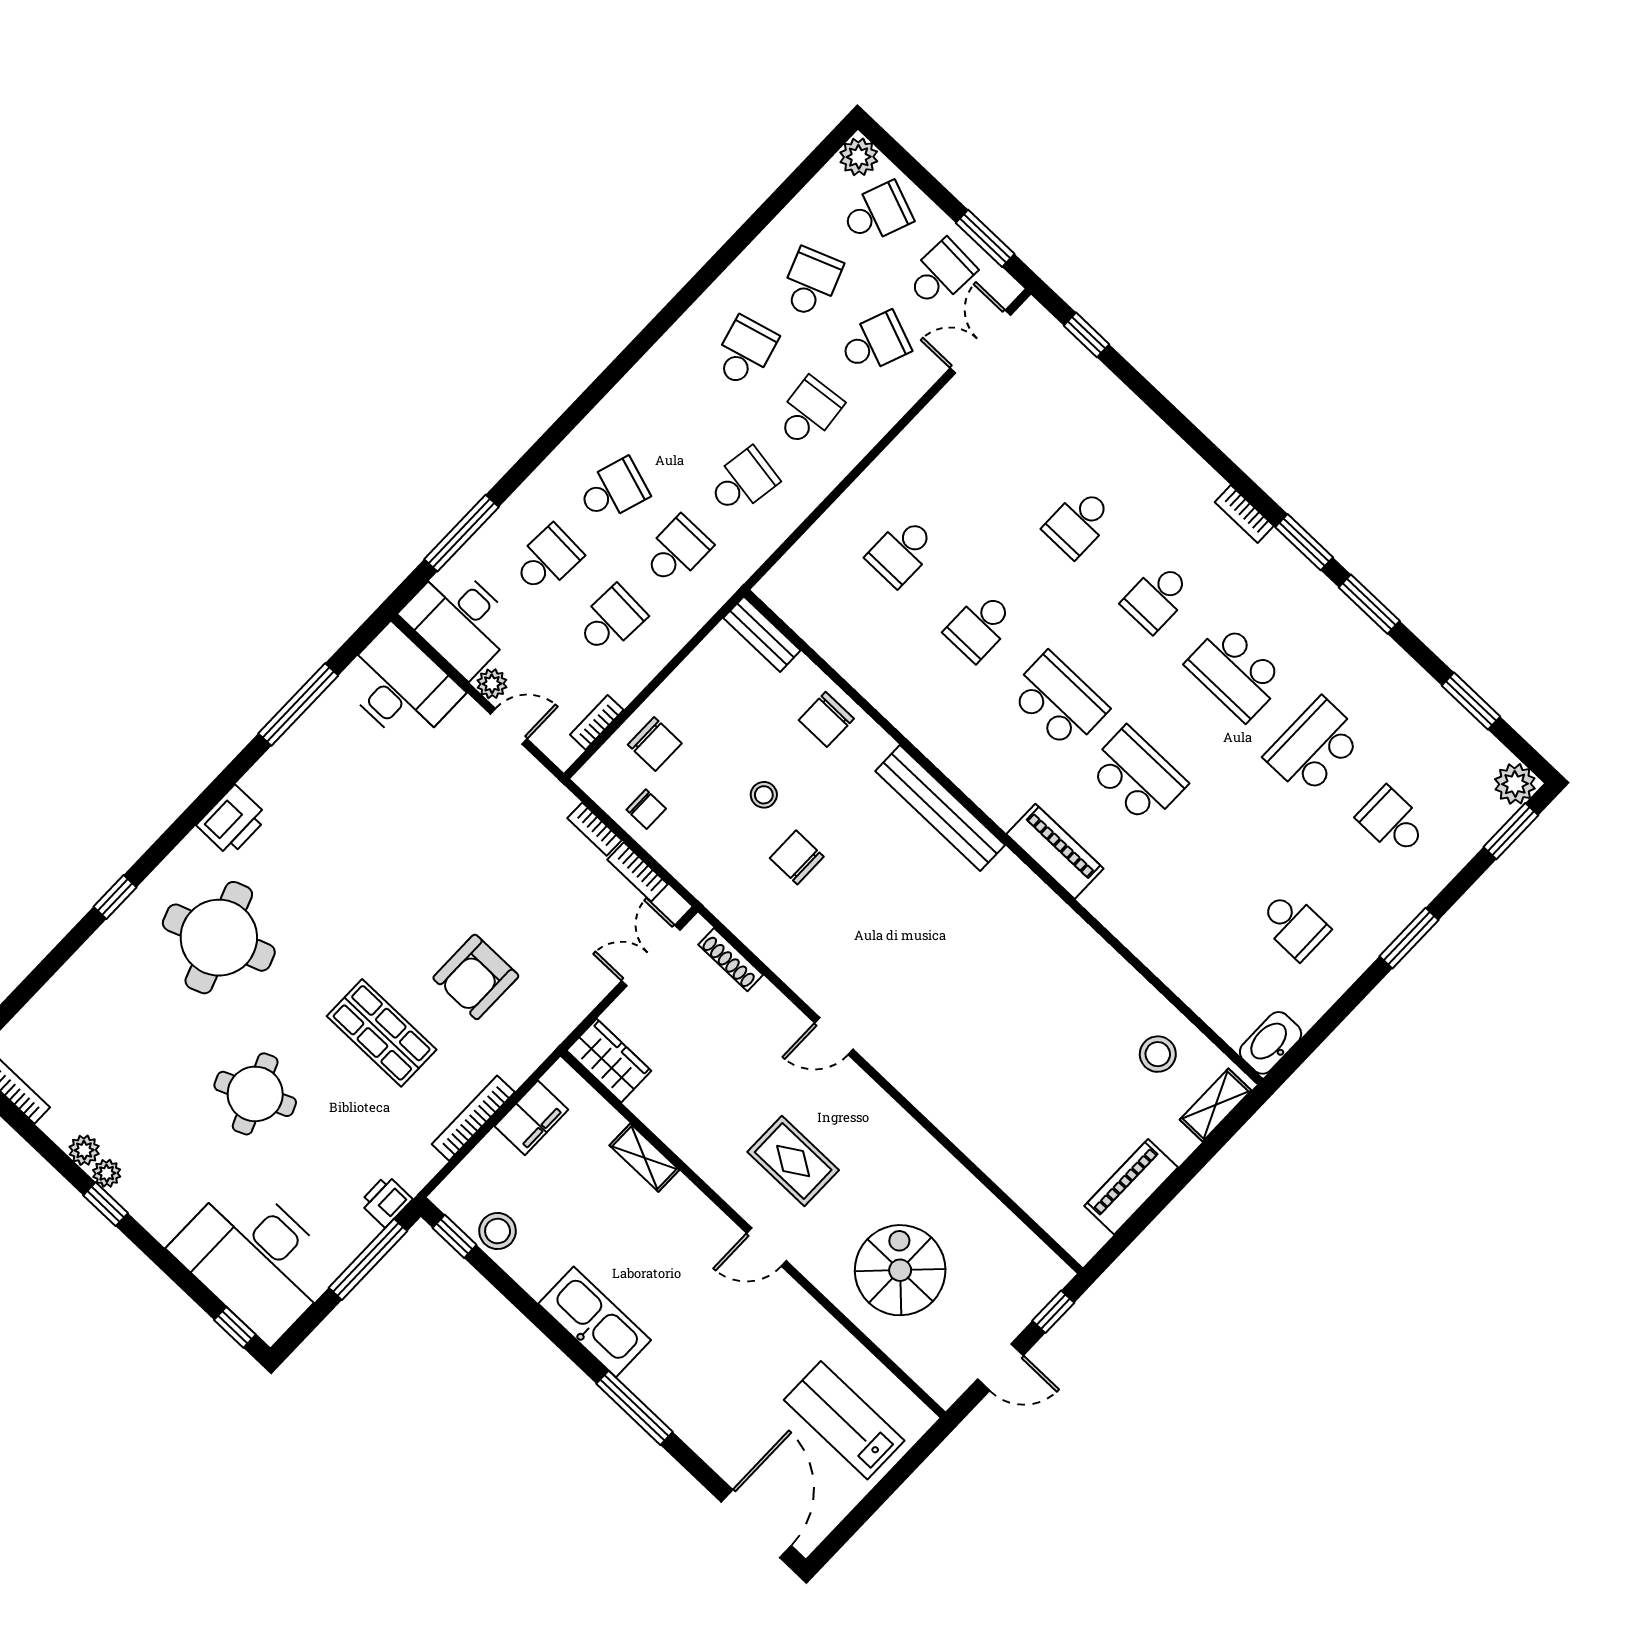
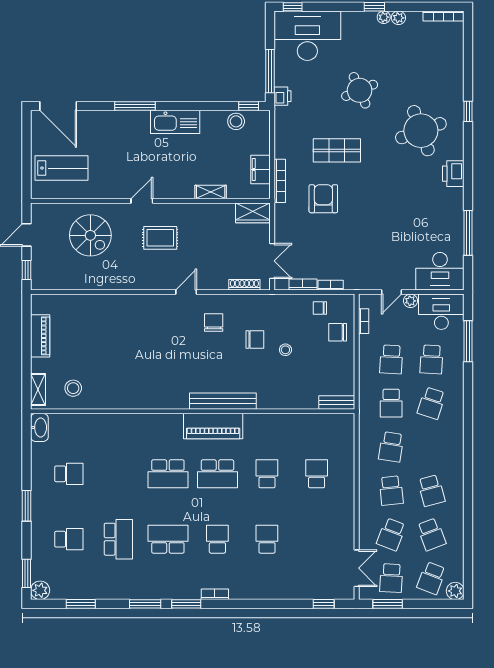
chair: (826, 719) -> (214, 323), moved
piano: (1055, 851) -> (213, 426), moved, width x1.37, depth x1.33
school desk: (1294, 925) -> (69, 474), turned 180
bookcase: (473, 1118) -> (280, 181), moved

